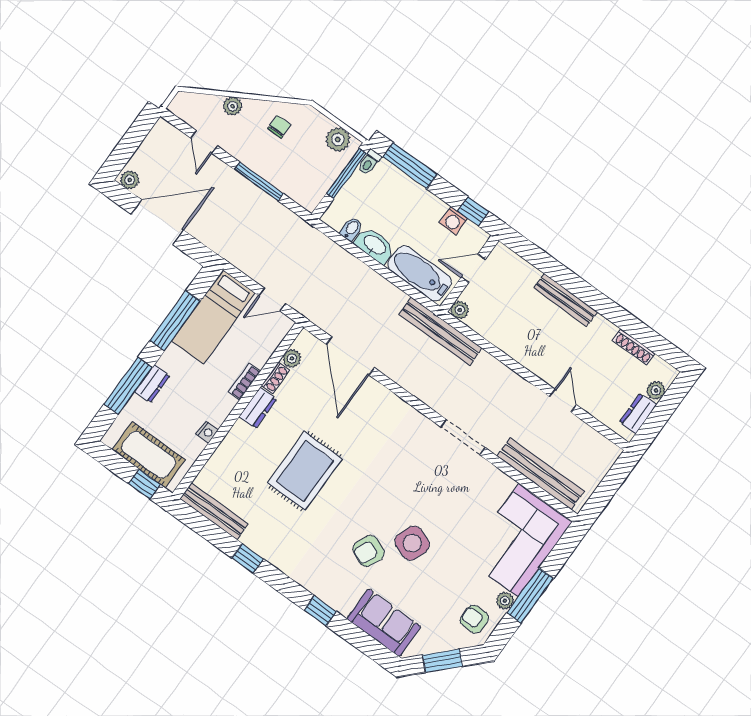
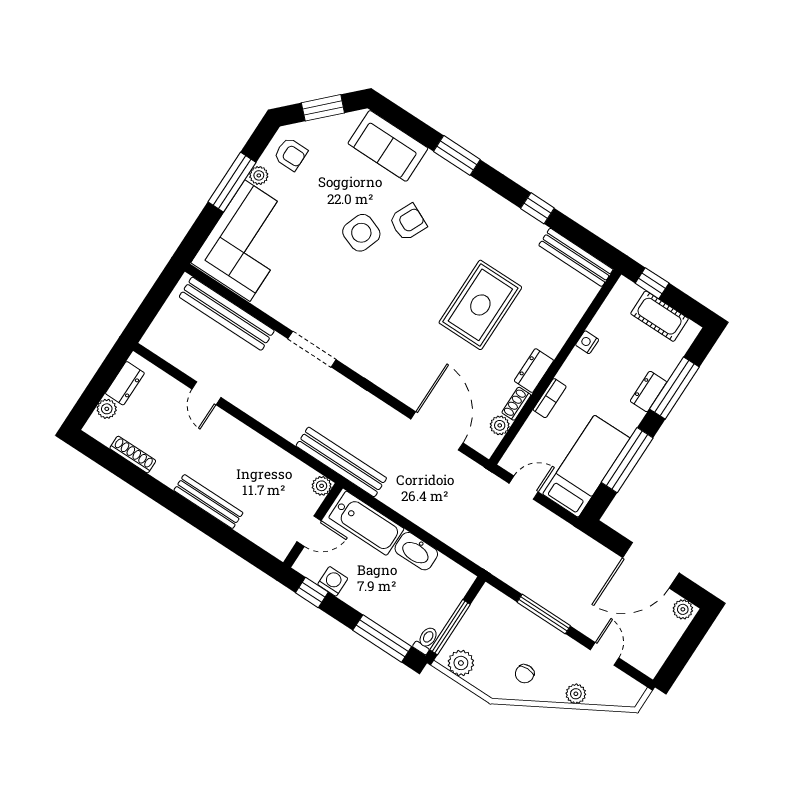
bidet: (351, 229) -> (442, 567), removed
cot: (149, 455) -> (660, 316), width x0.73, depth x0.75
window: (320, 611) -> (457, 155), width x1.50

